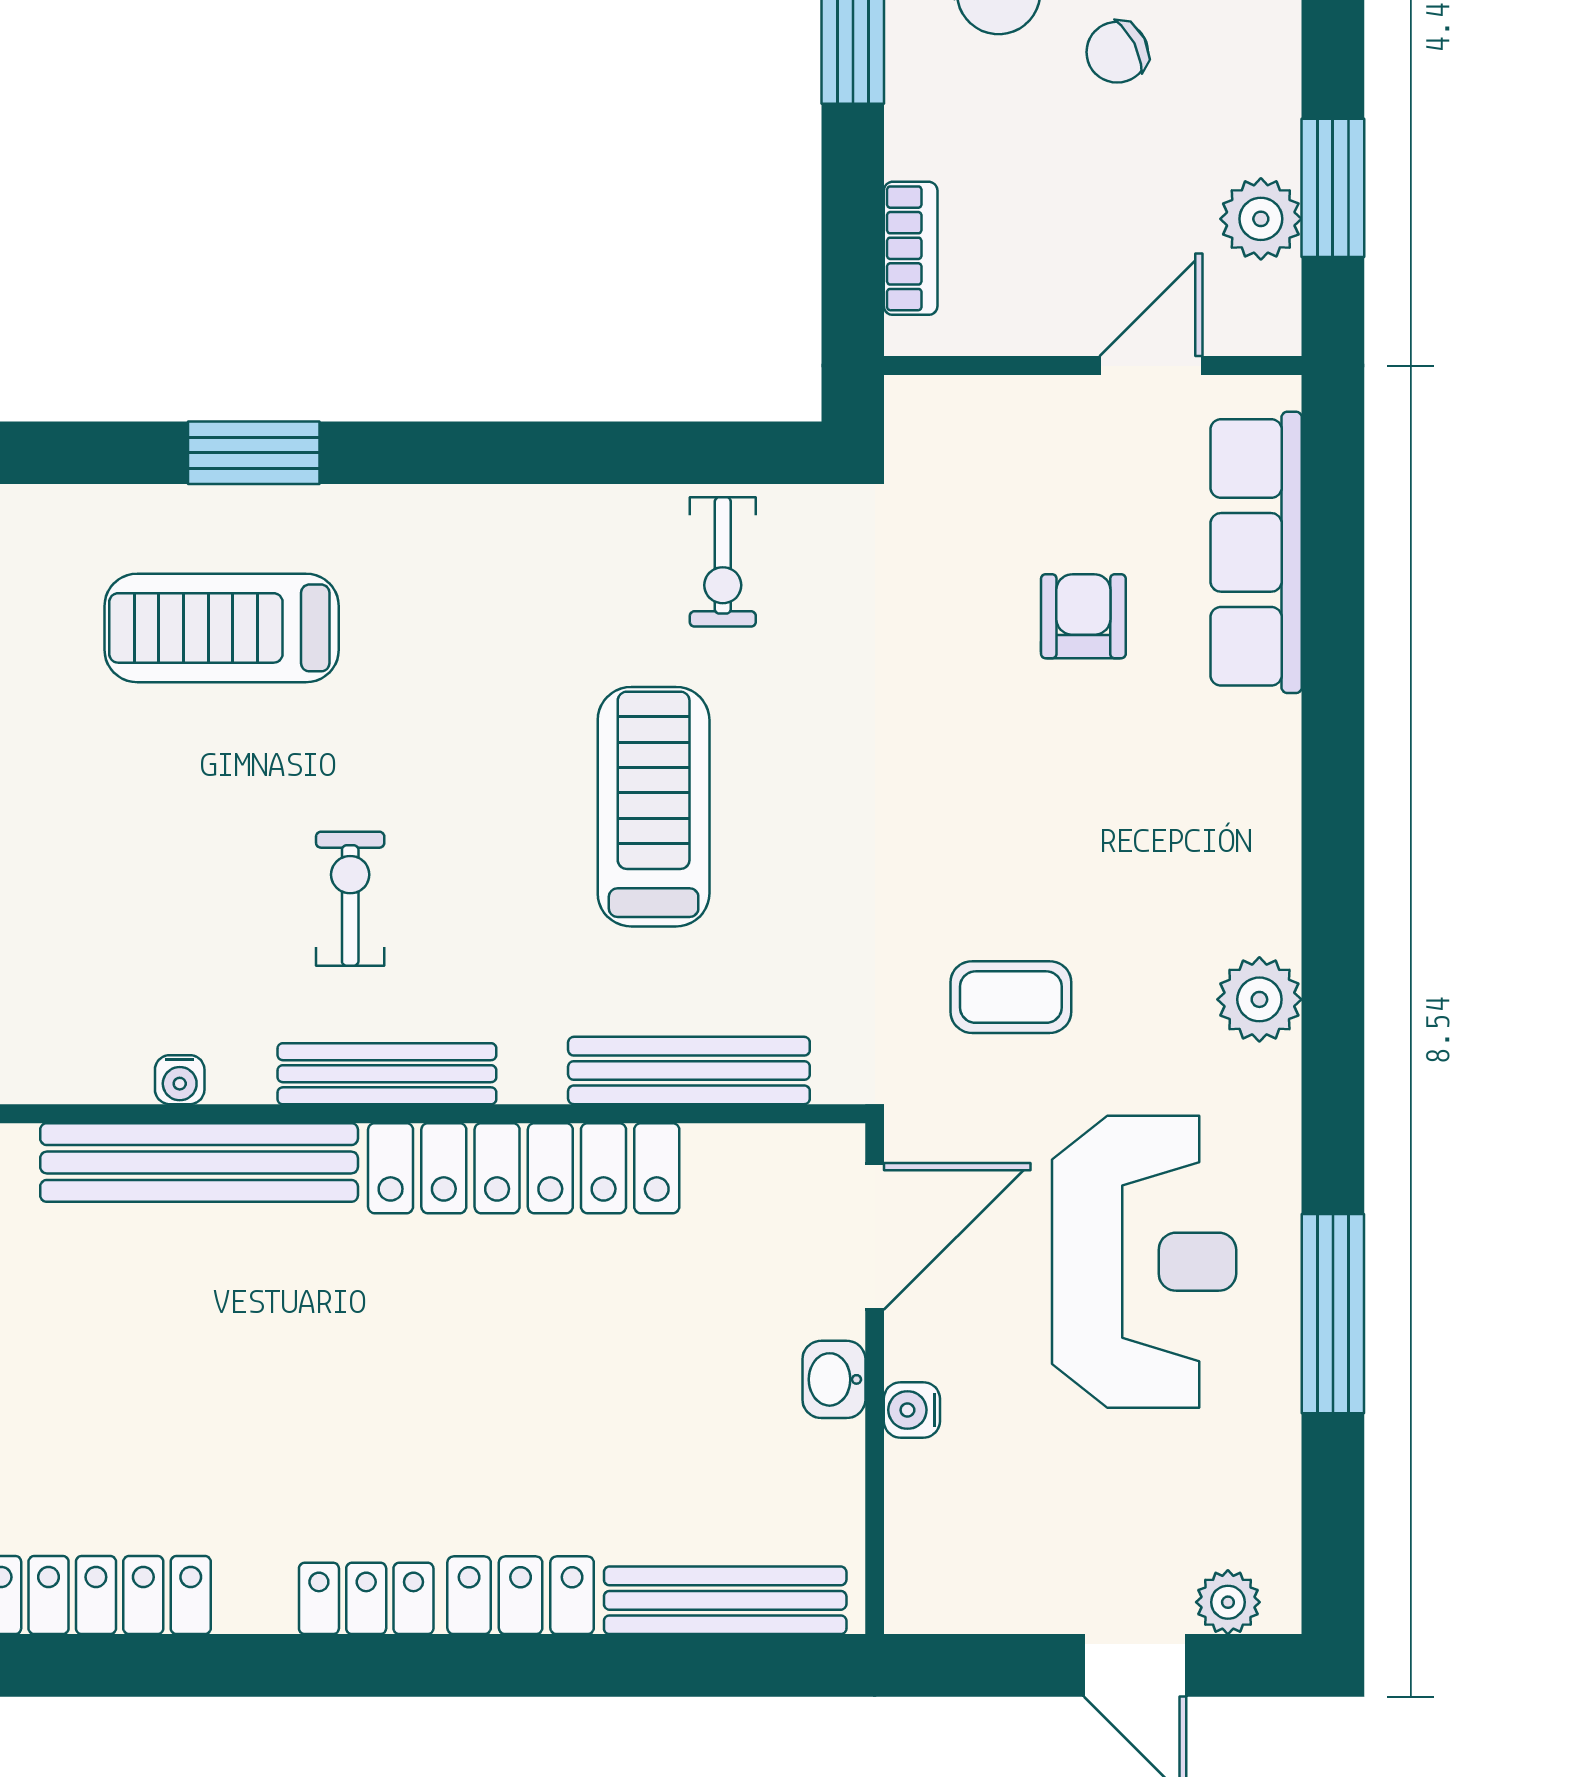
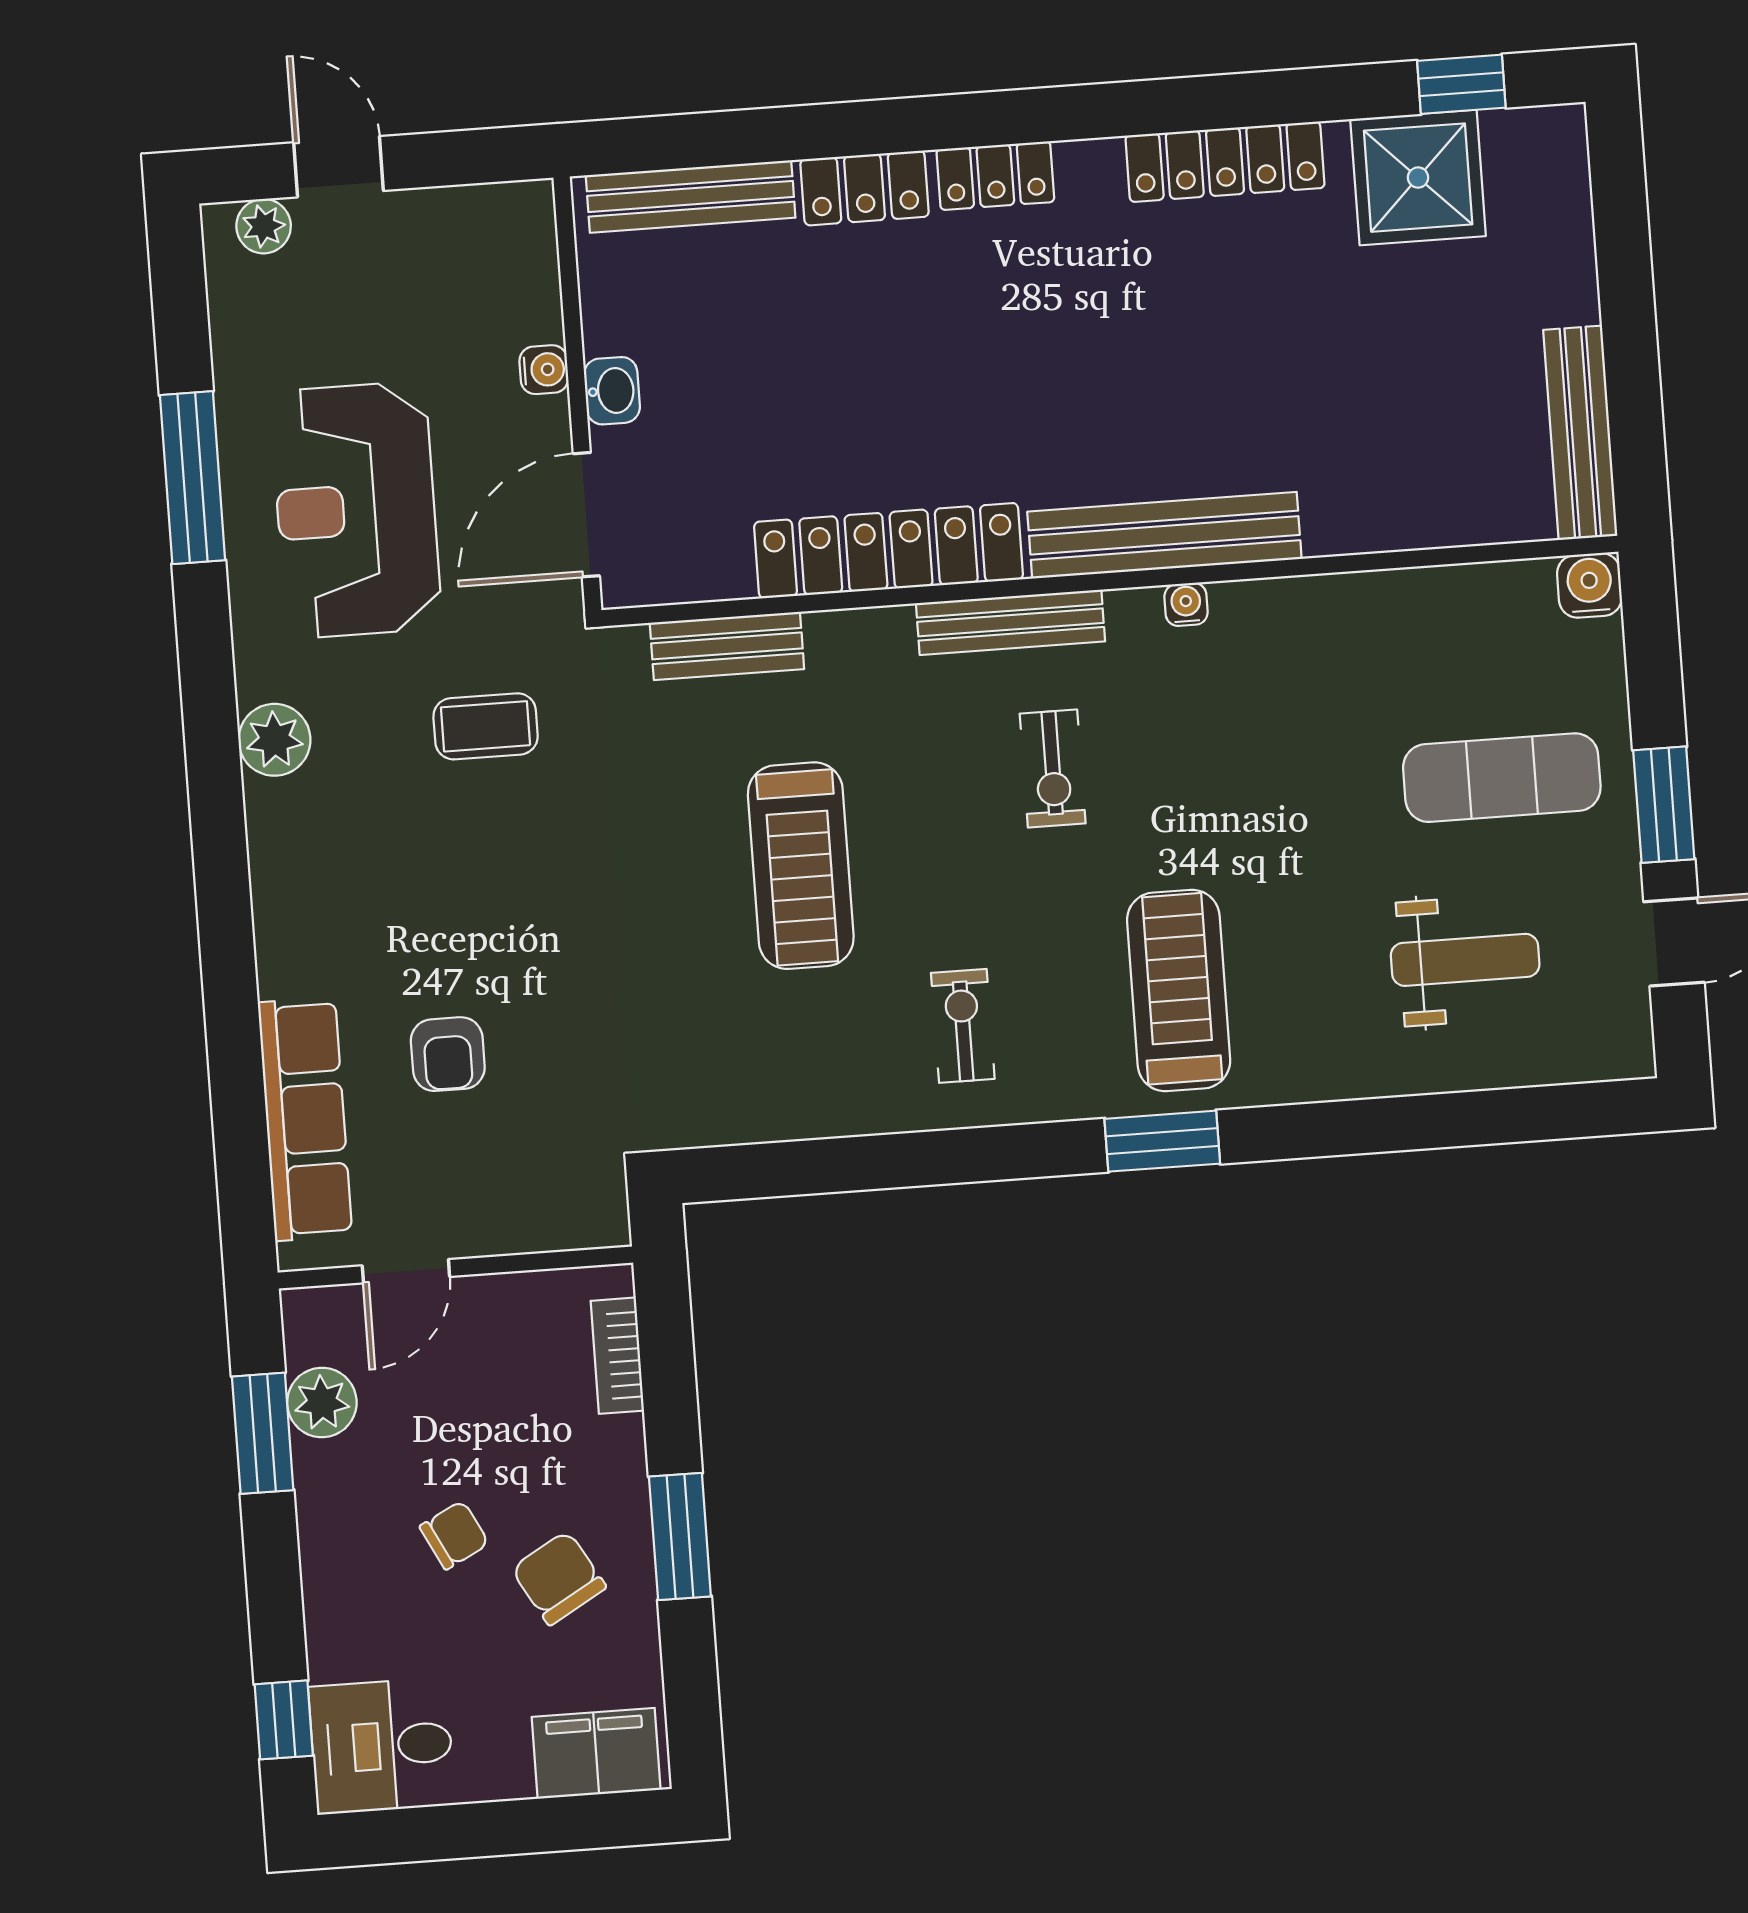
exercise bike: (723, 562) -> (963, 1026), moved
treadmill: (222, 628) -> (1179, 990), turned -90
bench: (689, 1071) -> (727, 646), width x0.73

